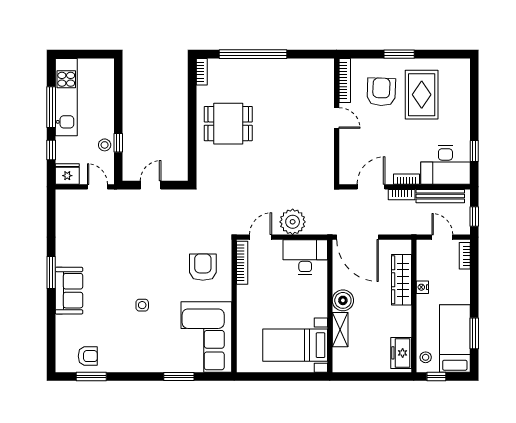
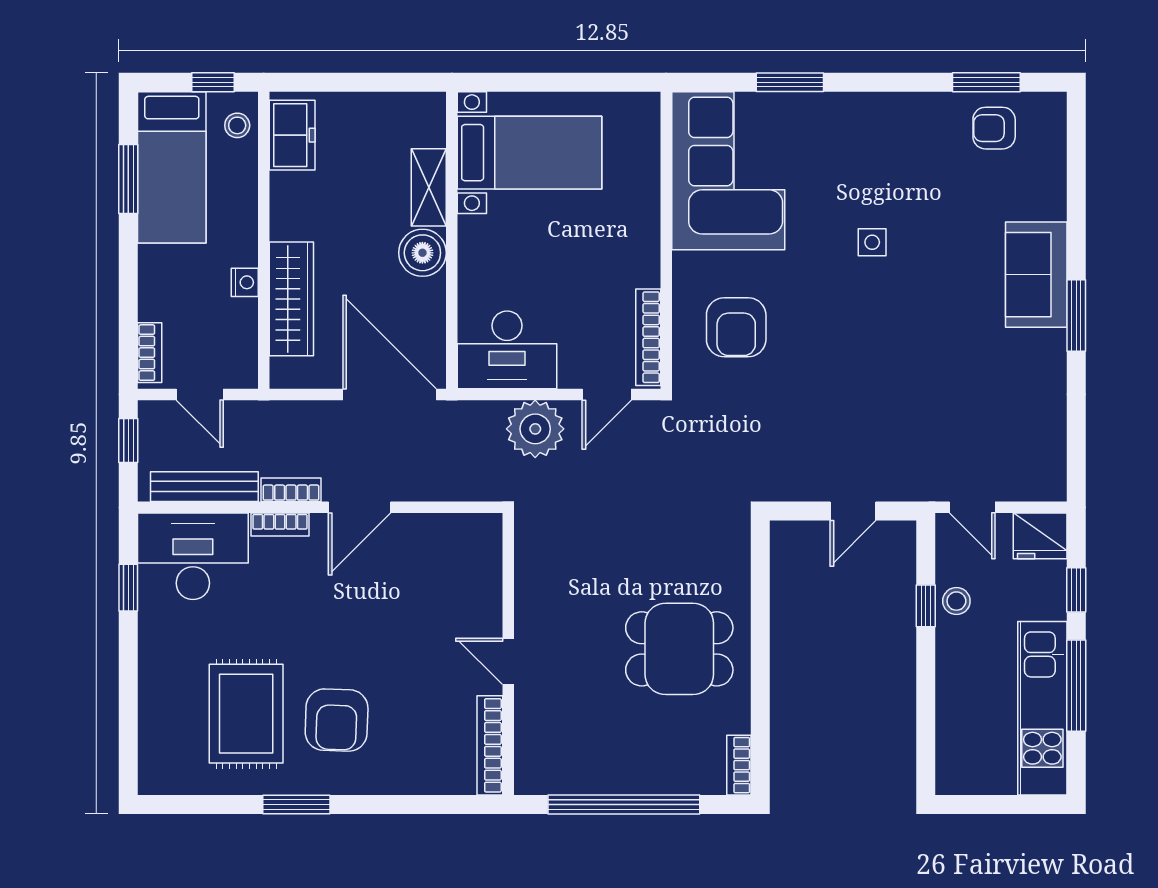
bookcase: (345, 81) -> (490, 745), moved
door: (337, 118) -> (508, 661), moved
wall: (337, 121) -> (508, 654), moved

